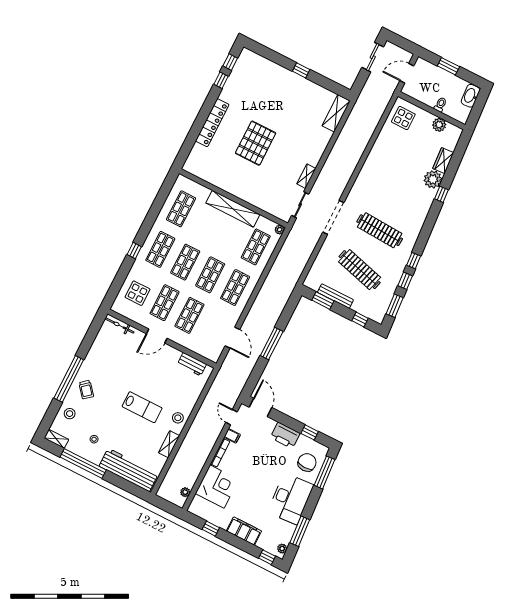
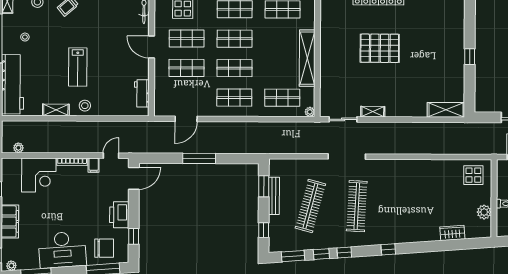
plant: (433, 179) -> (430, 232), removed
window: (441, 194) -> (388, 249), moved

